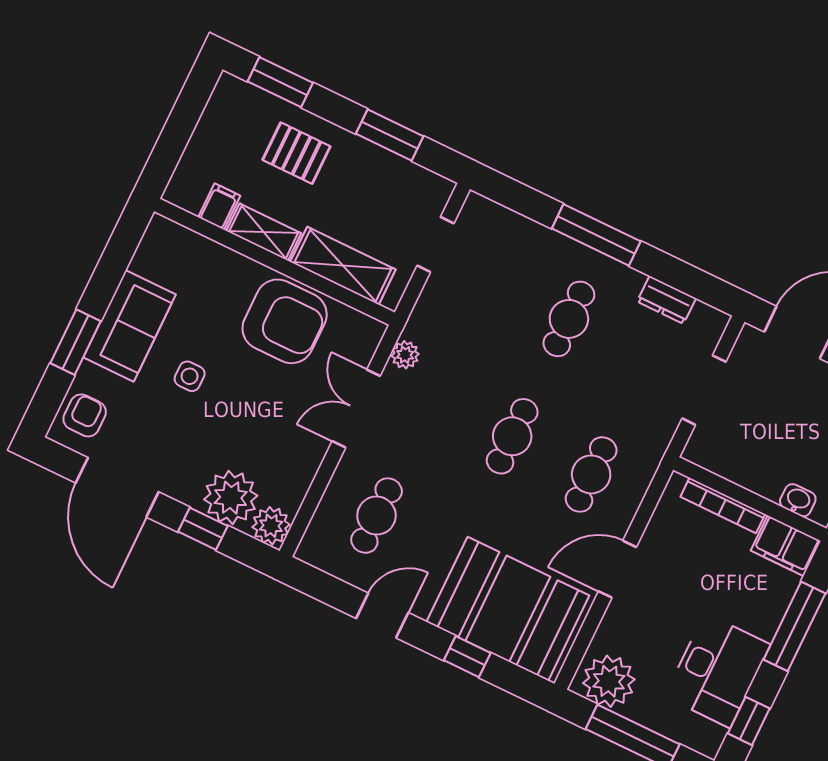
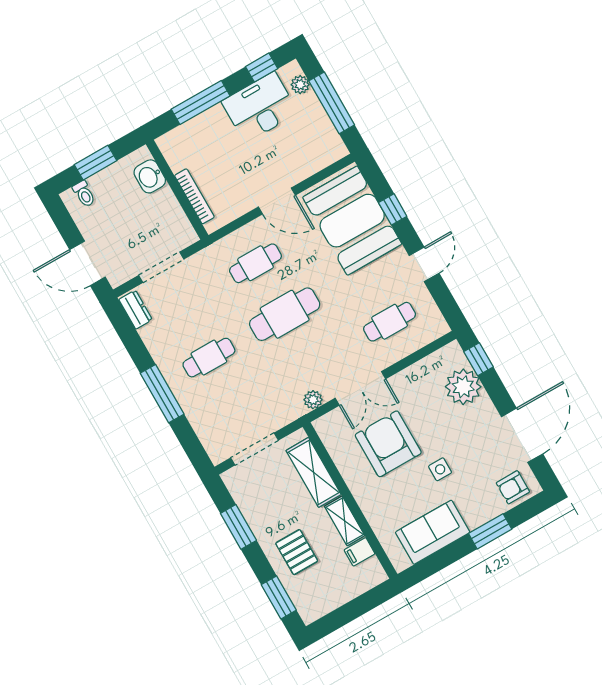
doorway: (435, 245) -> (254, 449), width x1.38
dresser: (667, 300) -> (136, 310), moved
armchair: (285, 321) -> (388, 444), moved
sofa: (129, 326) -> (433, 532), moved
cafe table: (512, 436) -> (285, 314), width x1.37, depth x1.35
washbasin: (798, 500) -> (150, 176), width x1.38, depth x1.45
plant: (271, 526) -> (452, 356), removed
window: (203, 529) -> (479, 359), moved
filing cabinet: (786, 546) -> (175, 150), removed
door: (382, 615) -> (424, 264), swing flipped
plant: (609, 681) -> (300, 85), moved, width x0.53, depth x0.53

